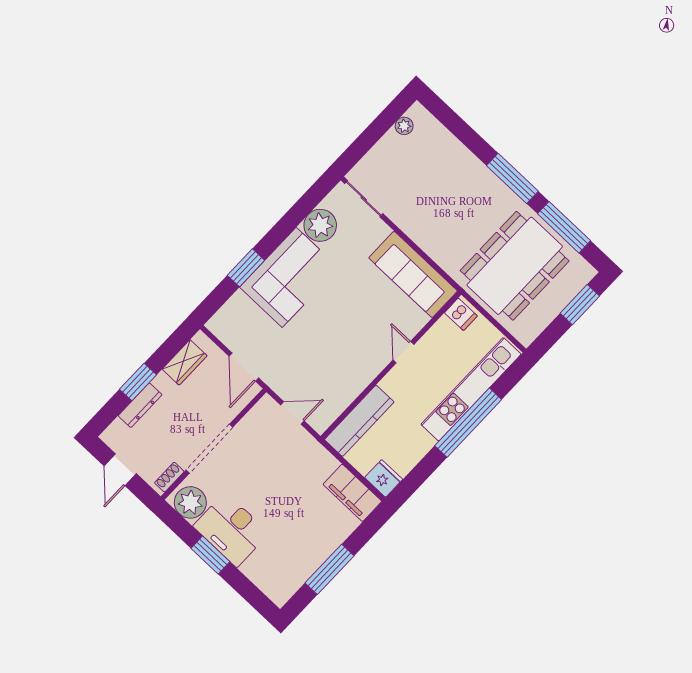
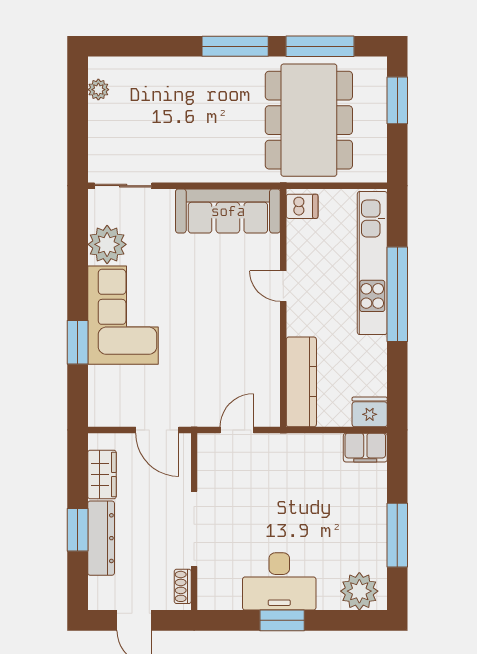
dresser: (140, 405) -> (101, 538), width x1.37, depth x1.24
filing cabinet: (352, 493) -> (365, 448), width x0.67, depth x0.86
plant: (190, 502) -> (359, 591), moved

